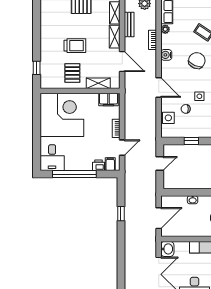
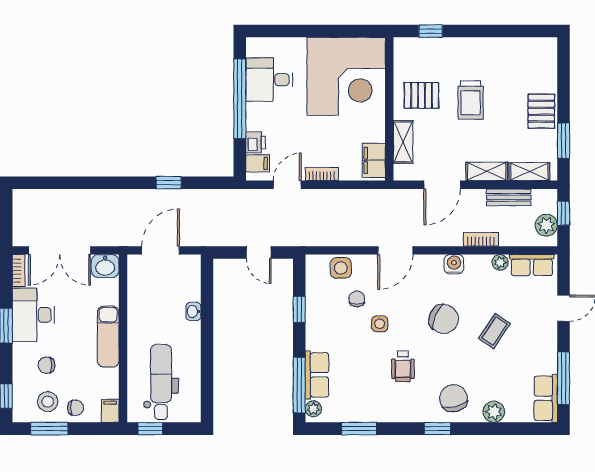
door: (122, 148) -> (287, 185), swing flipped
desk: (52, 158) -> (269, 80), moved
door: (159, 218) -> (160, 250), swing flipped

